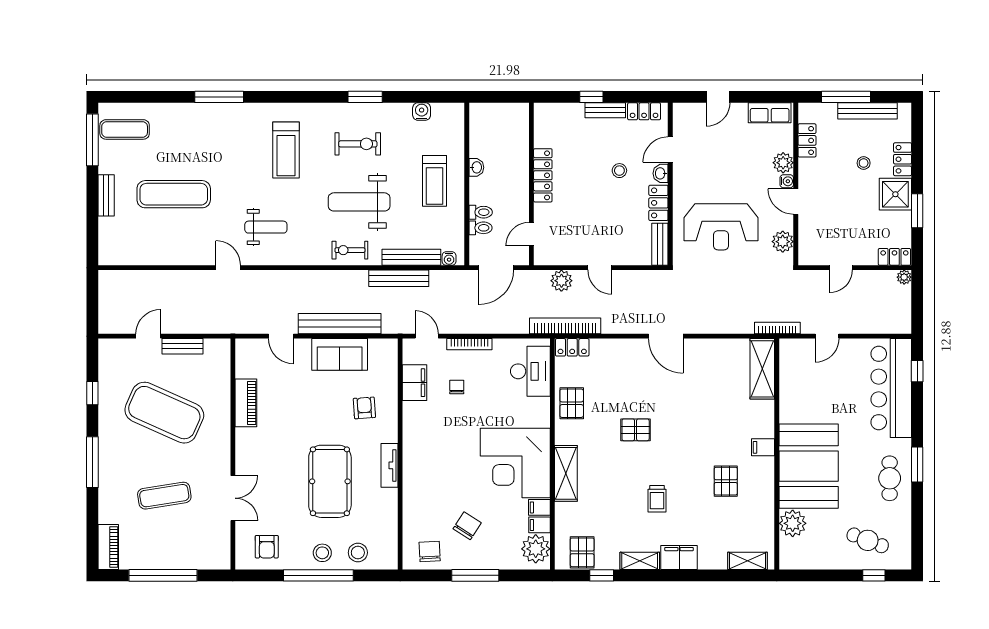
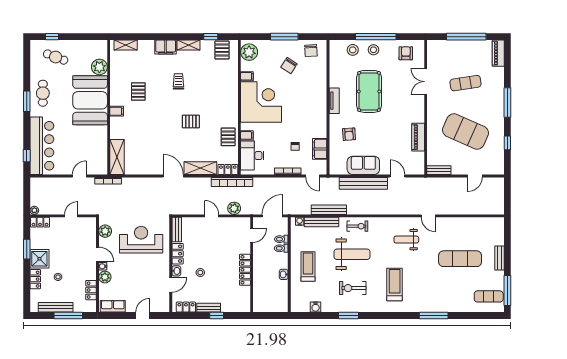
bench: (182, 346) -> (439, 170), moved
shelving: (566, 473) -> (200, 168), moved, turned 90
filing cabinet: (539, 525) -> (247, 135), moved

